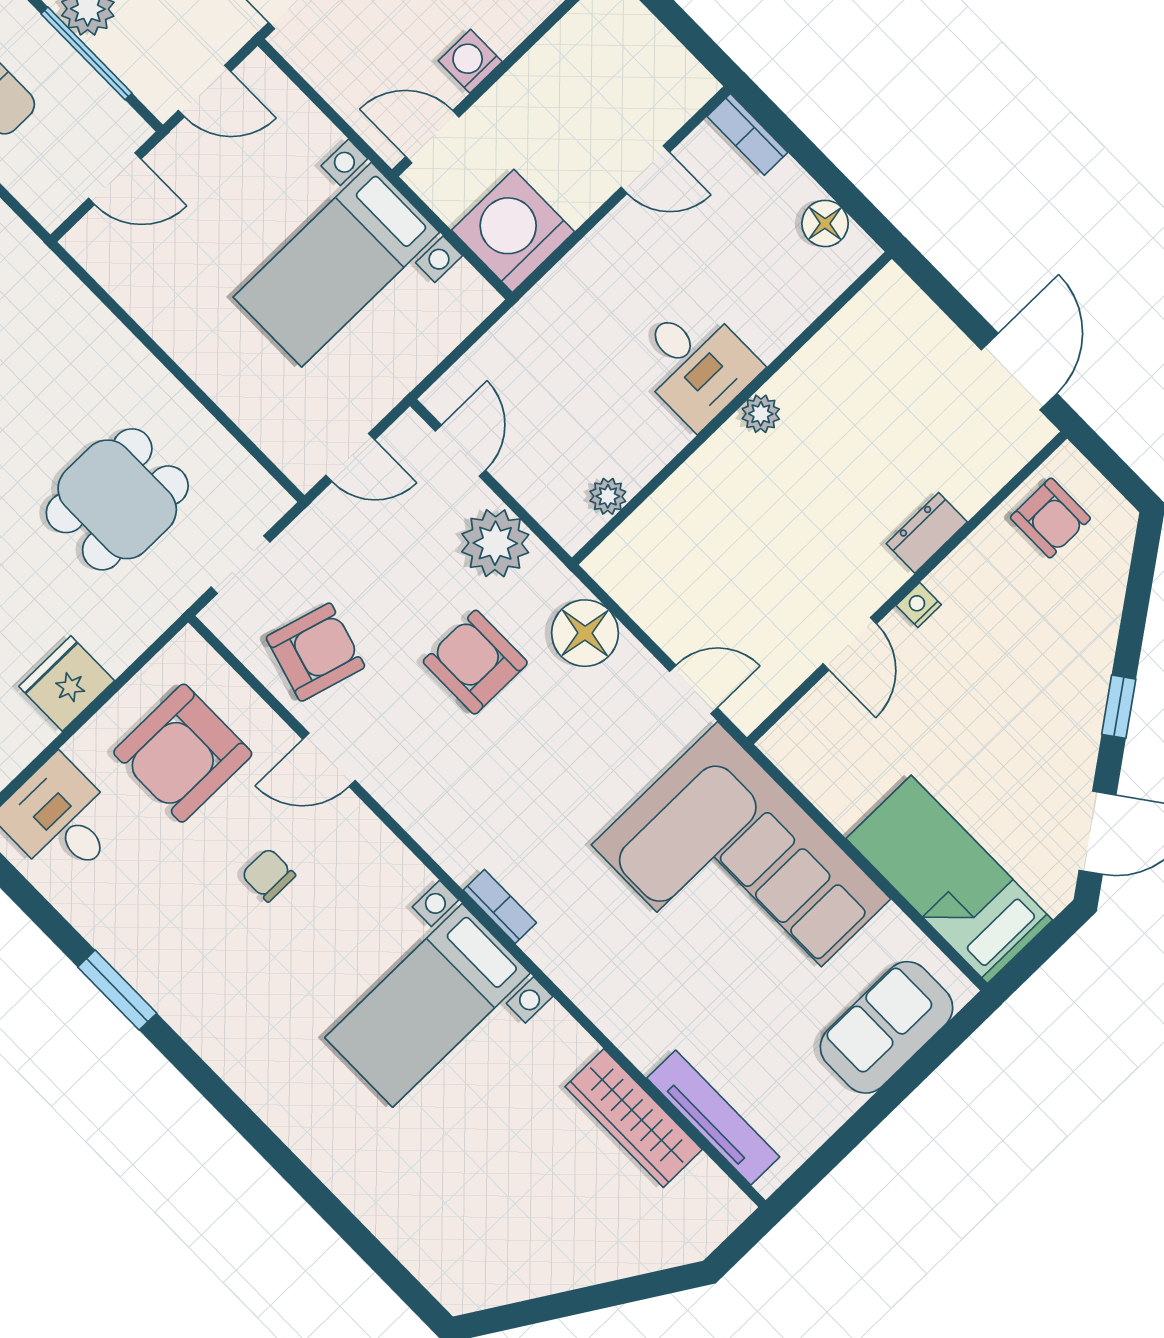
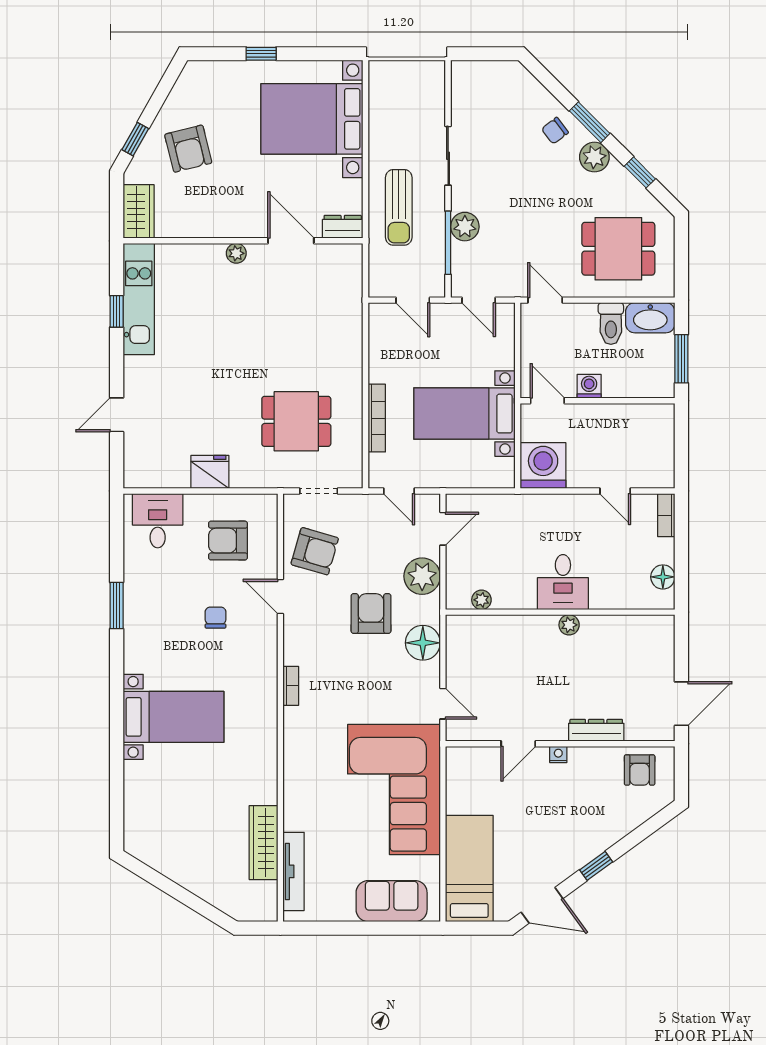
bookcase: (223, 388) -> (377, 418), added
dresser: (927, 533) -> (596, 730), width x1.44
armchair: (183, 753) -> (228, 541), width x0.73, depth x0.73
bookcase: (500, 906) -> (291, 686), moved
bed with nightstands: (427, 1005) -> (173, 717), moved, turned 180

